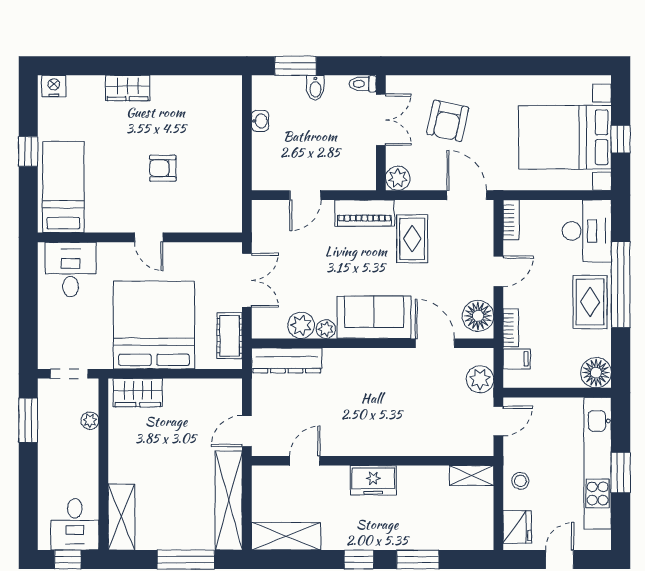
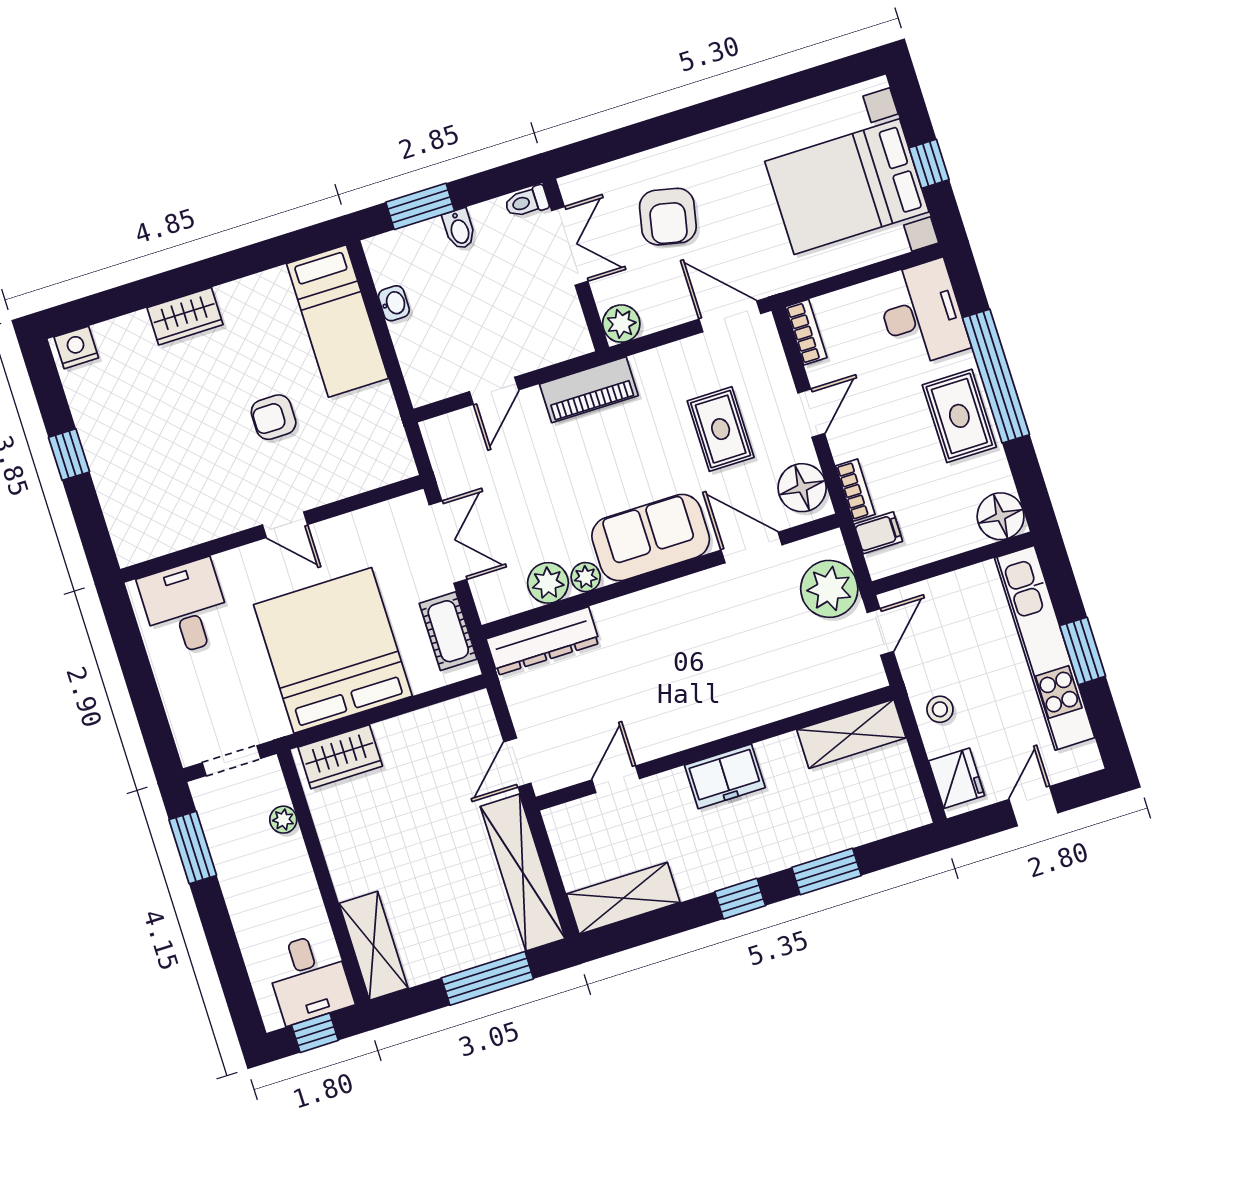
bed: (63, 187) -> (337, 321), moved, turned 180
rug: (412, 239) -> (721, 429), moved
plant: (480, 379) -> (829, 589), width x1.36, depth x1.36
shelving: (472, 475) -> (851, 734), width x1.50, depth x1.33

